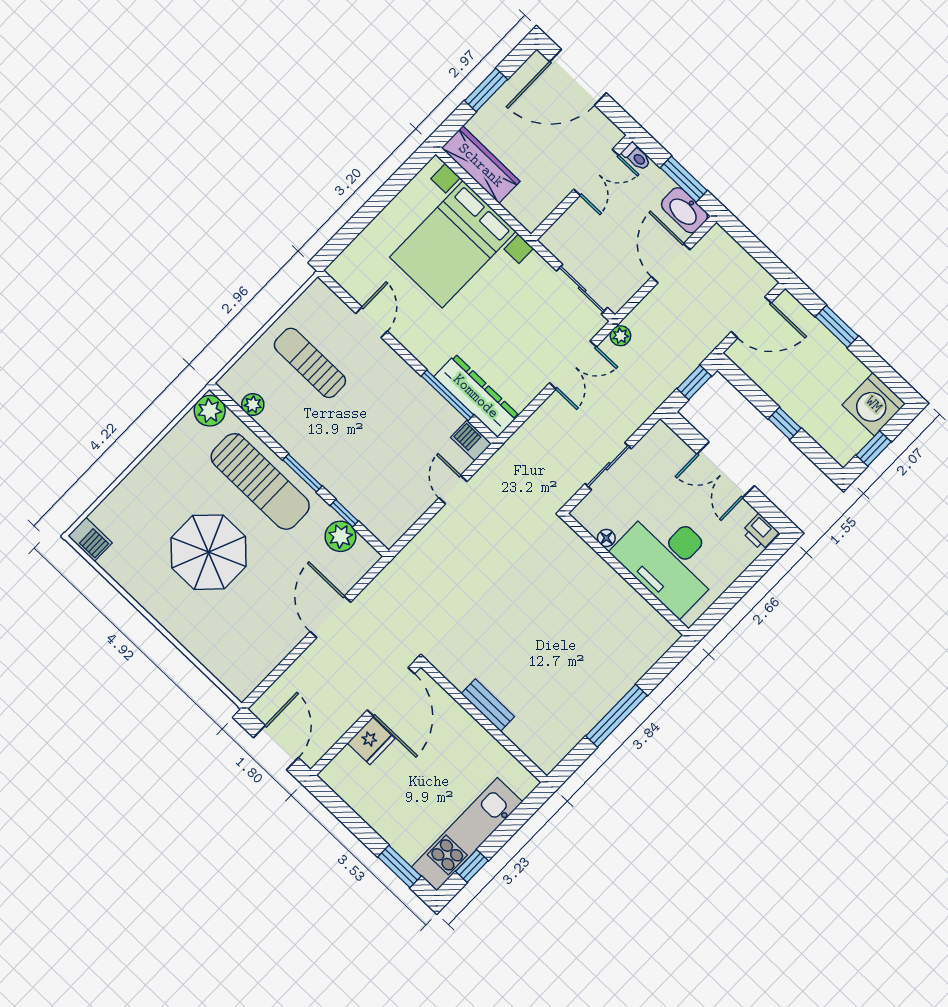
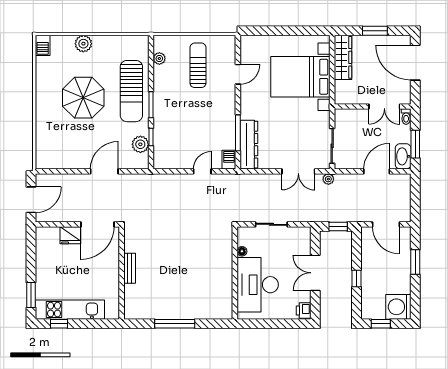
plant: (210, 411) -> (83, 44), moved

